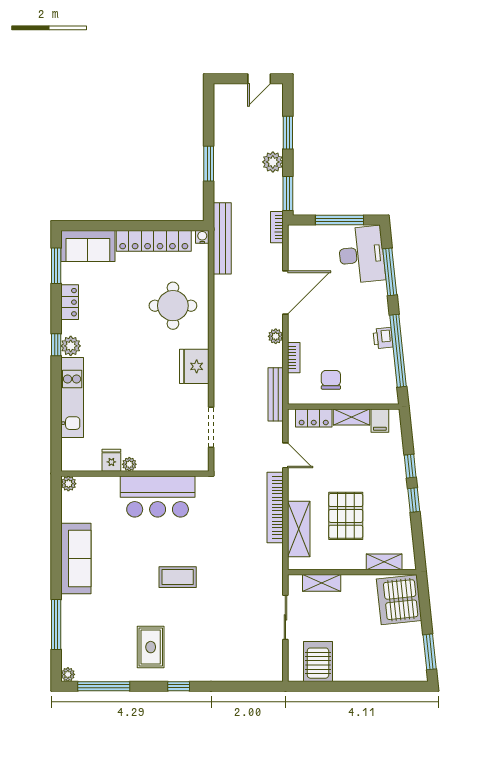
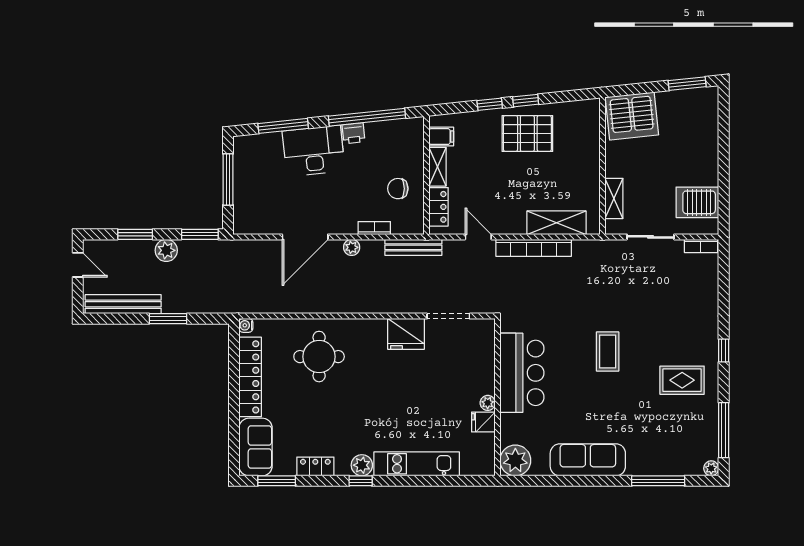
bookcase: (277, 227) -> (701, 246), moved
bench: (222, 238) -> (123, 304), moved
desk: (362, 255) -> (314, 151), moved
door: (285, 292) -> (305, 237), swing flipped
fridge: (194, 366) -> (406, 334), moved
door: (285, 455) -> (478, 237), hinge flipped
plant: (68, 484) -> (515, 460), width x1.88, depth x1.88
pallet: (346, 516) -> (527, 133), moved
shelving: (384, 562) -> (592, 132), removed

